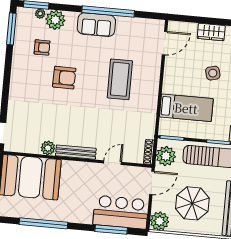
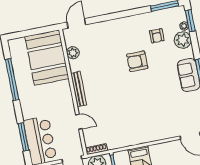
armchair: (64, 78) -> (137, 61), turned 89
coffee table: (120, 79) -> (149, 108), removed
plant: (48, 148) -> (73, 53), moved

